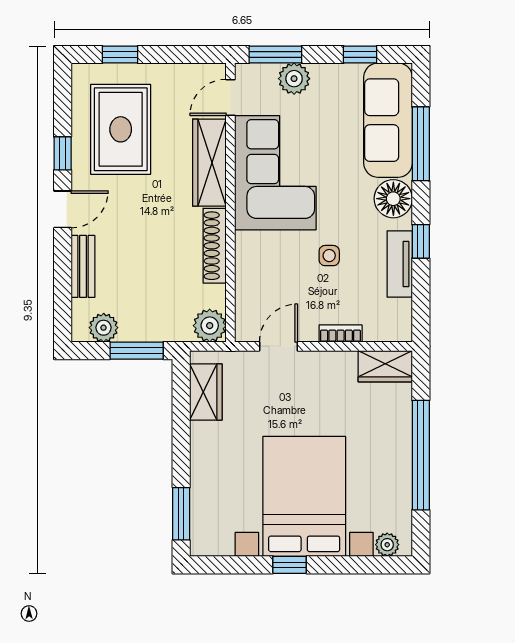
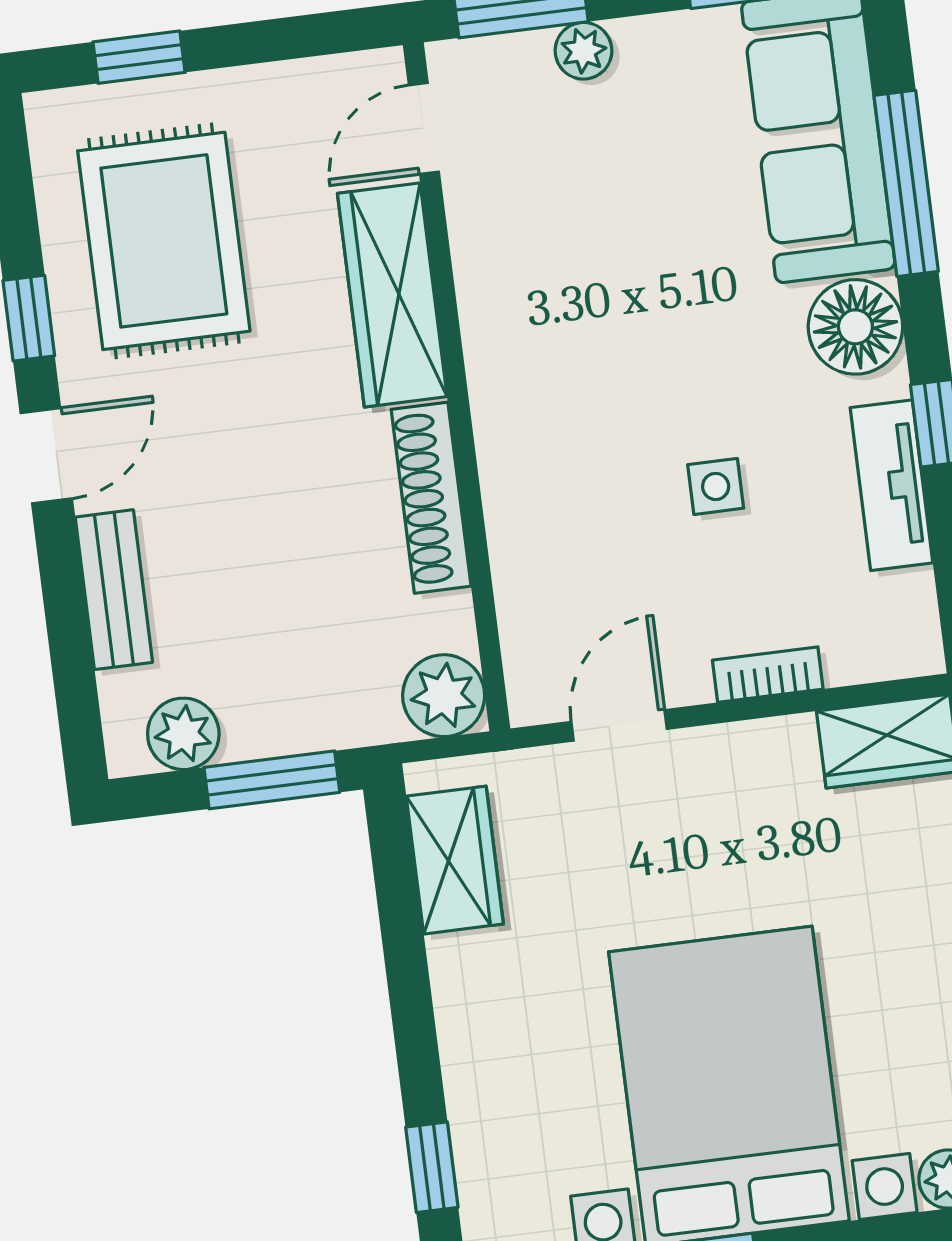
plant: (294, 79) -> (584, 51), width x0.73, depth x0.73
corner sofa: (275, 173) -> (558, 300), removed
window: (181, 514) -> (432, 1167), width x0.67

